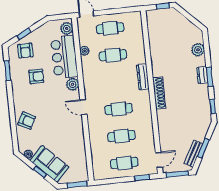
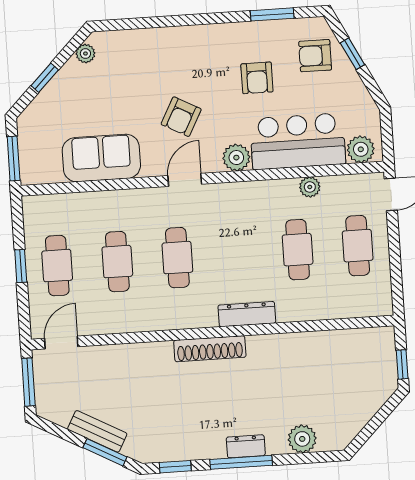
window: (210, 77) -> (241, 462), width x1.44
armchair: (27, 121) -> (181, 117), moved
window: (203, 148) -> (105, 452), moved
bench: (194, 153) -> (97, 431), moved
door: (159, 160) -> (61, 343), swing flipped
sofa: (49, 164) -> (101, 158), moved, turned -135
window: (142, 178) -> (21, 266), moved

